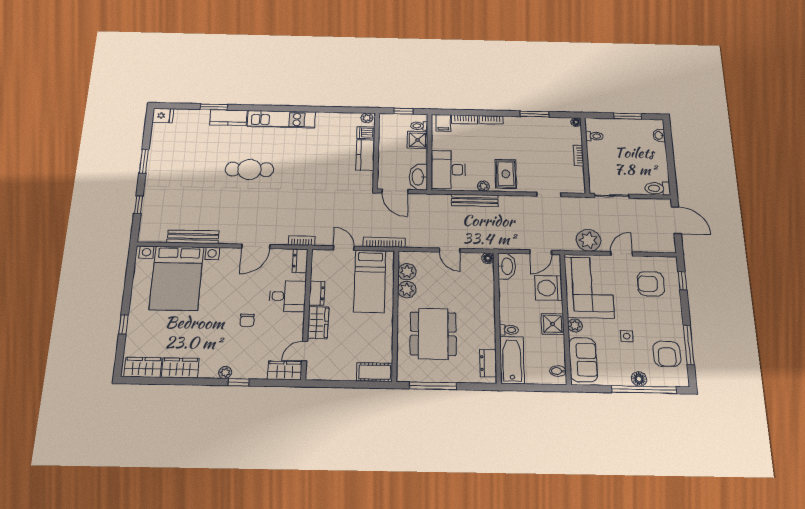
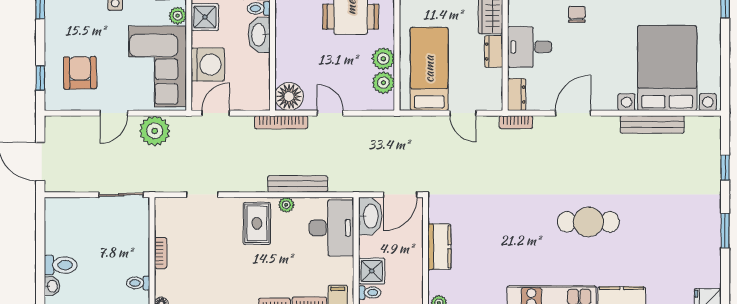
dishwasher: (366, 133) -> (440, 280), removed
toilet: (658, 188) -> (61, 265), moved
door: (395, 191) -> (400, 195), swing flipped
bookcase: (384, 242) -> (281, 122), moved
floor lamp: (488, 258) -> (289, 96), width x1.89, depth x1.89
washbasin: (507, 266) -> (259, 35), moved
armchair: (651, 284) -> (80, 73), turned -91

